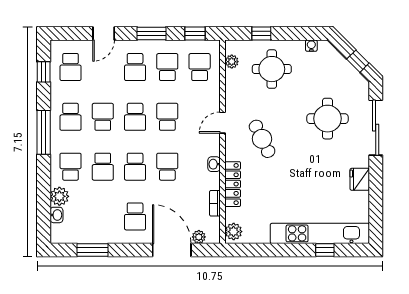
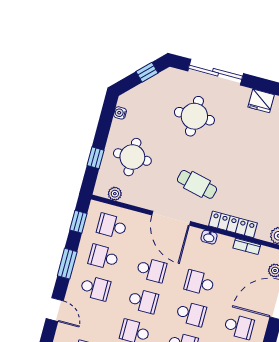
school desk: (167, 117) -> (151, 270), turned 180
door: (222, 123) -> (171, 218), width x1.88
cafe table: (262, 139) -> (197, 184), turned 39

